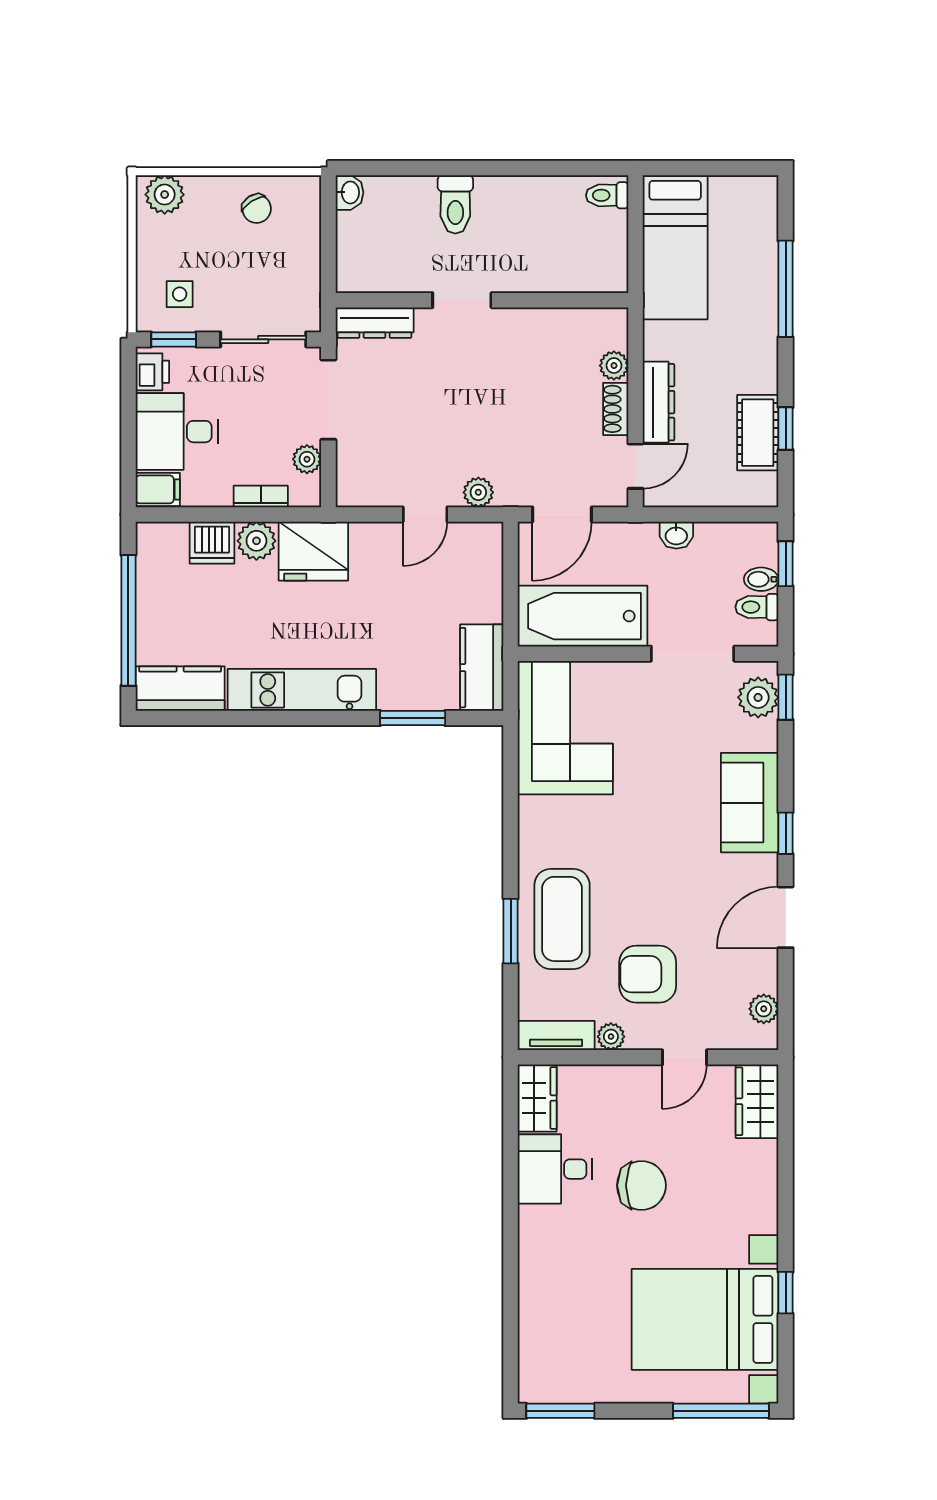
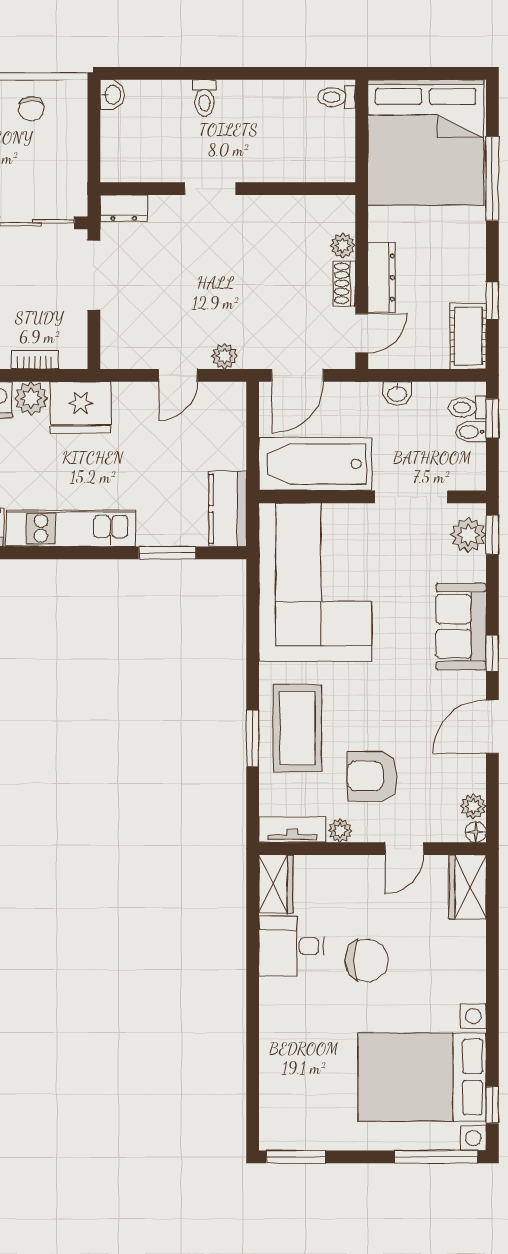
toilet: (455, 204) -> (204, 98), width x0.73, depth x0.72
chair: (257, 209) -> (31, 109), turned 33
bed: (675, 247) -> (426, 142), width x2.04
dresser: (375, 323) -> (124, 208), width x0.70
cot: (758, 433) -> (468, 336), moved
plant: (307, 459) -> (75, 327), removed
toilet: (757, 607) -> (467, 408), moved
corner sofa: (565, 728) -> (315, 582), width x1.36, depth x1.36
floor lamp: (766, 1038) -> (476, 832), added
window: (786, 1293) -> (492, 1105), moved

